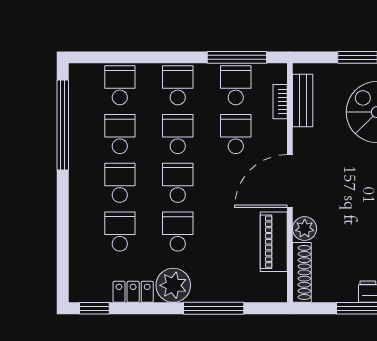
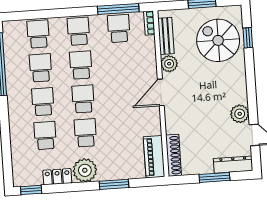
bookcase: (280, 102) -> (149, 23), moved
school desk: (236, 134) -> (121, 62), removed
door: (290, 181) -> (161, 92), width x0.73
plant: (305, 229) -> (169, 64), moved
piano: (274, 242) -> (154, 157), moved
window: (214, 308) -> (114, 184), width x0.69

